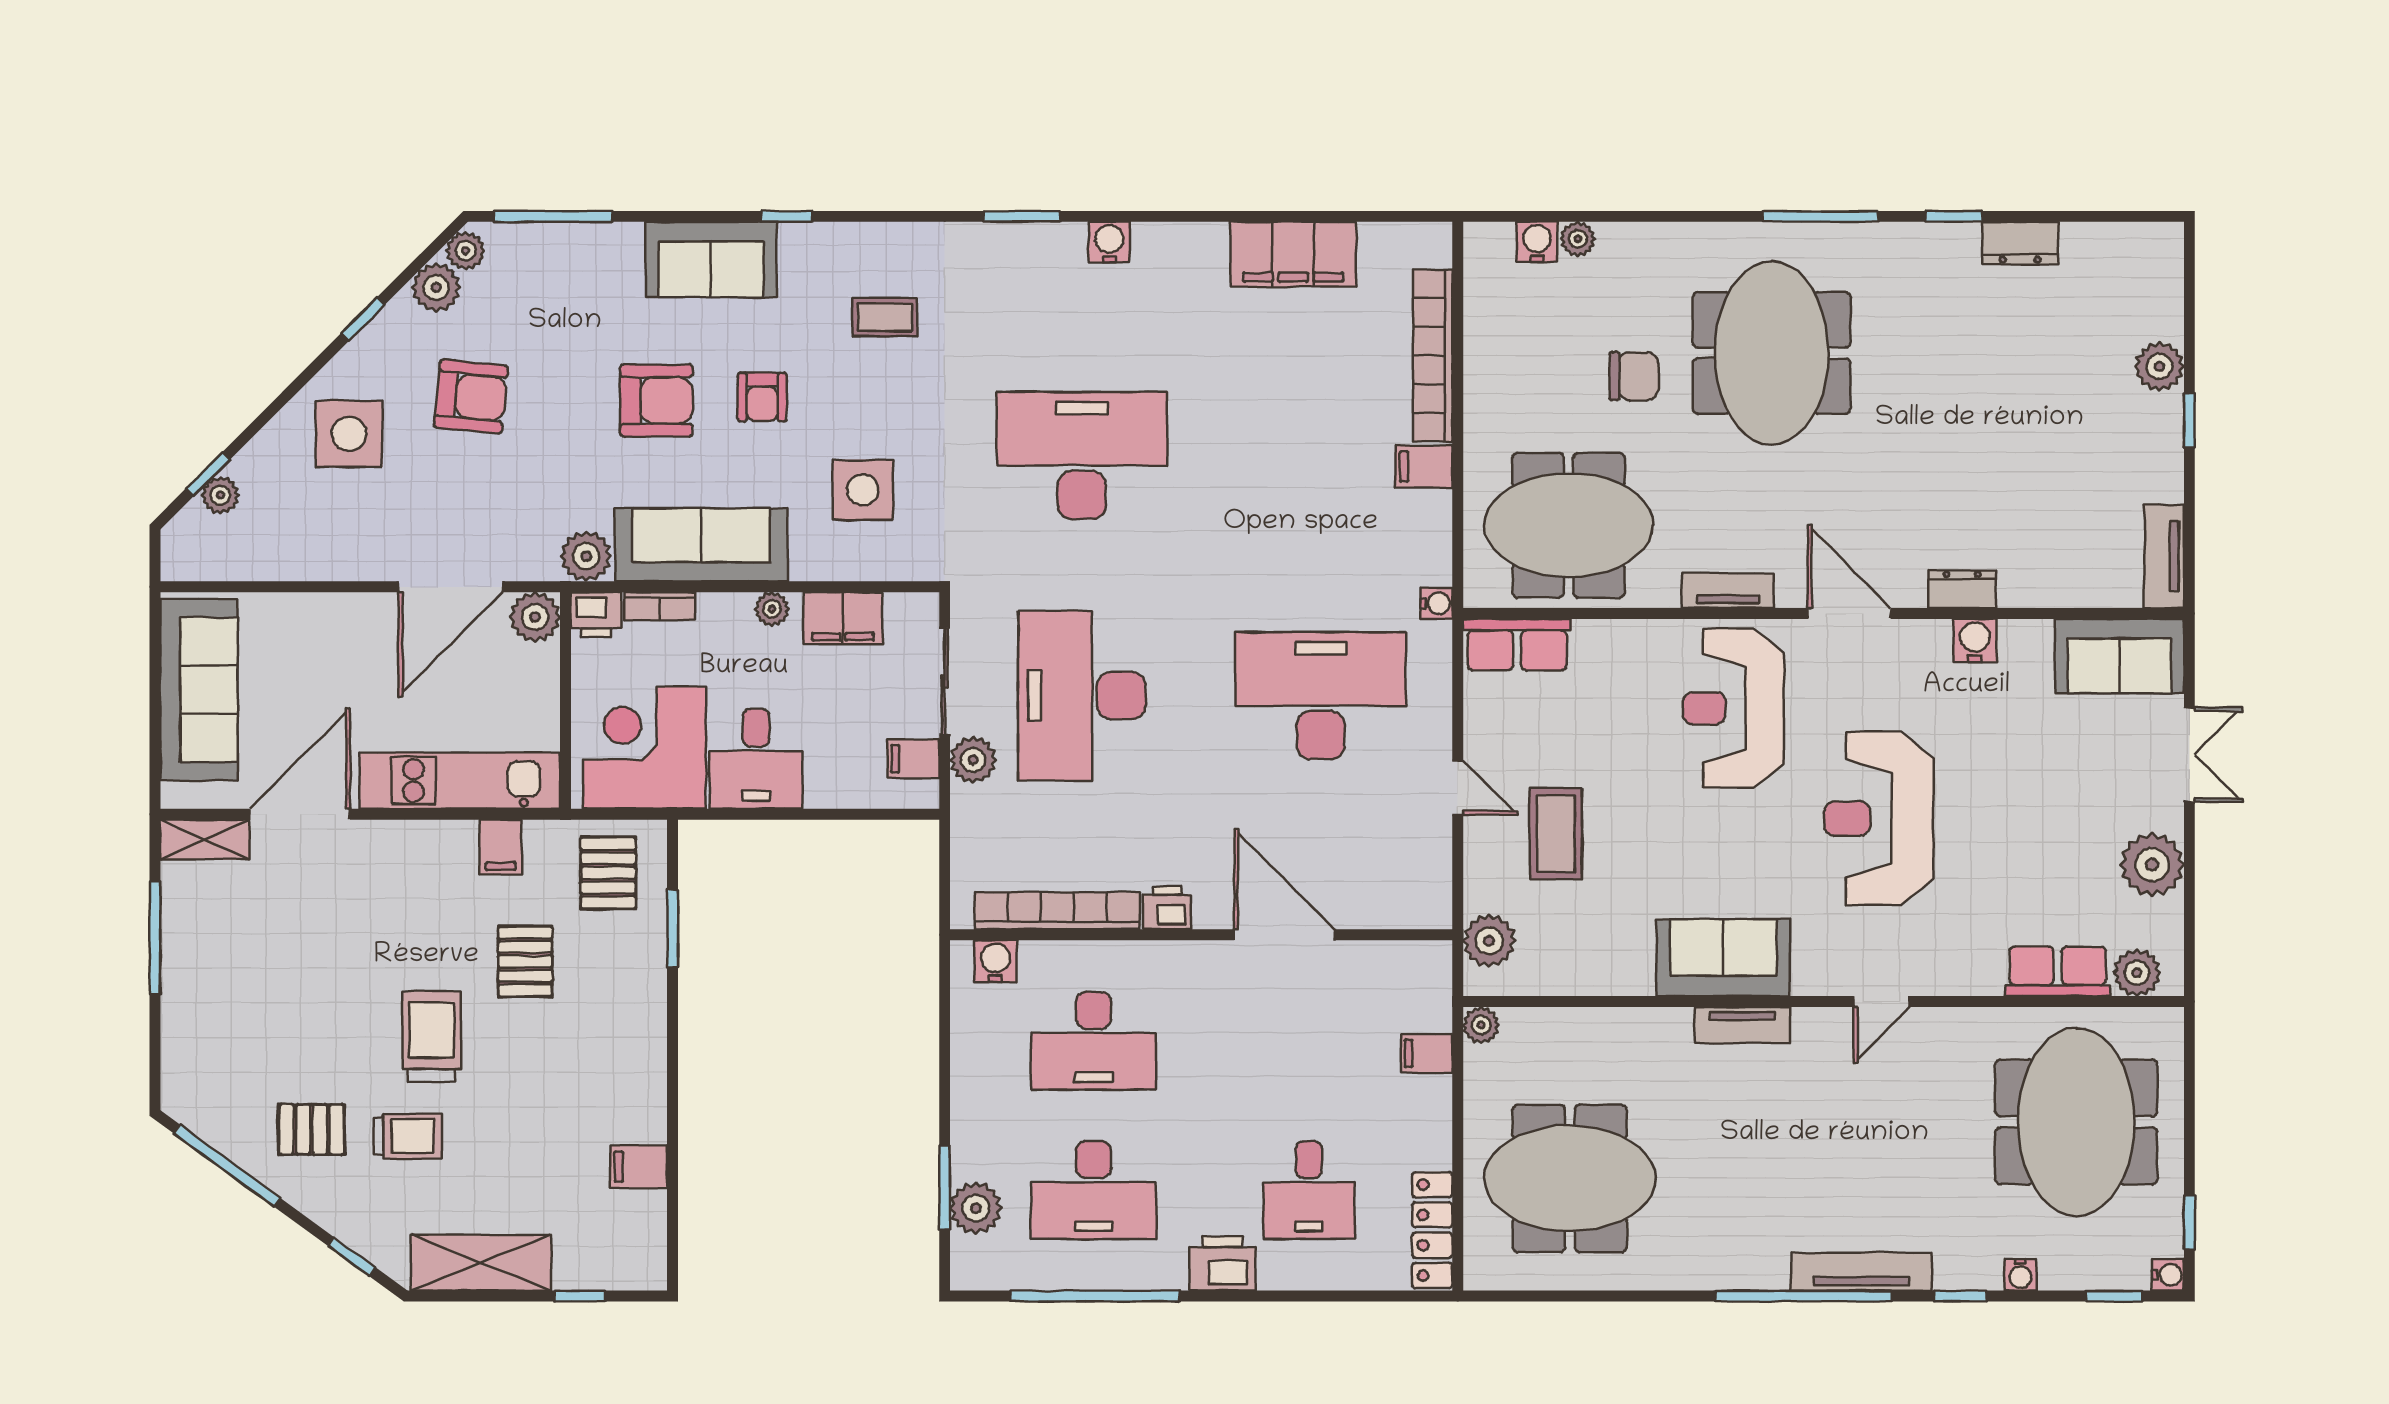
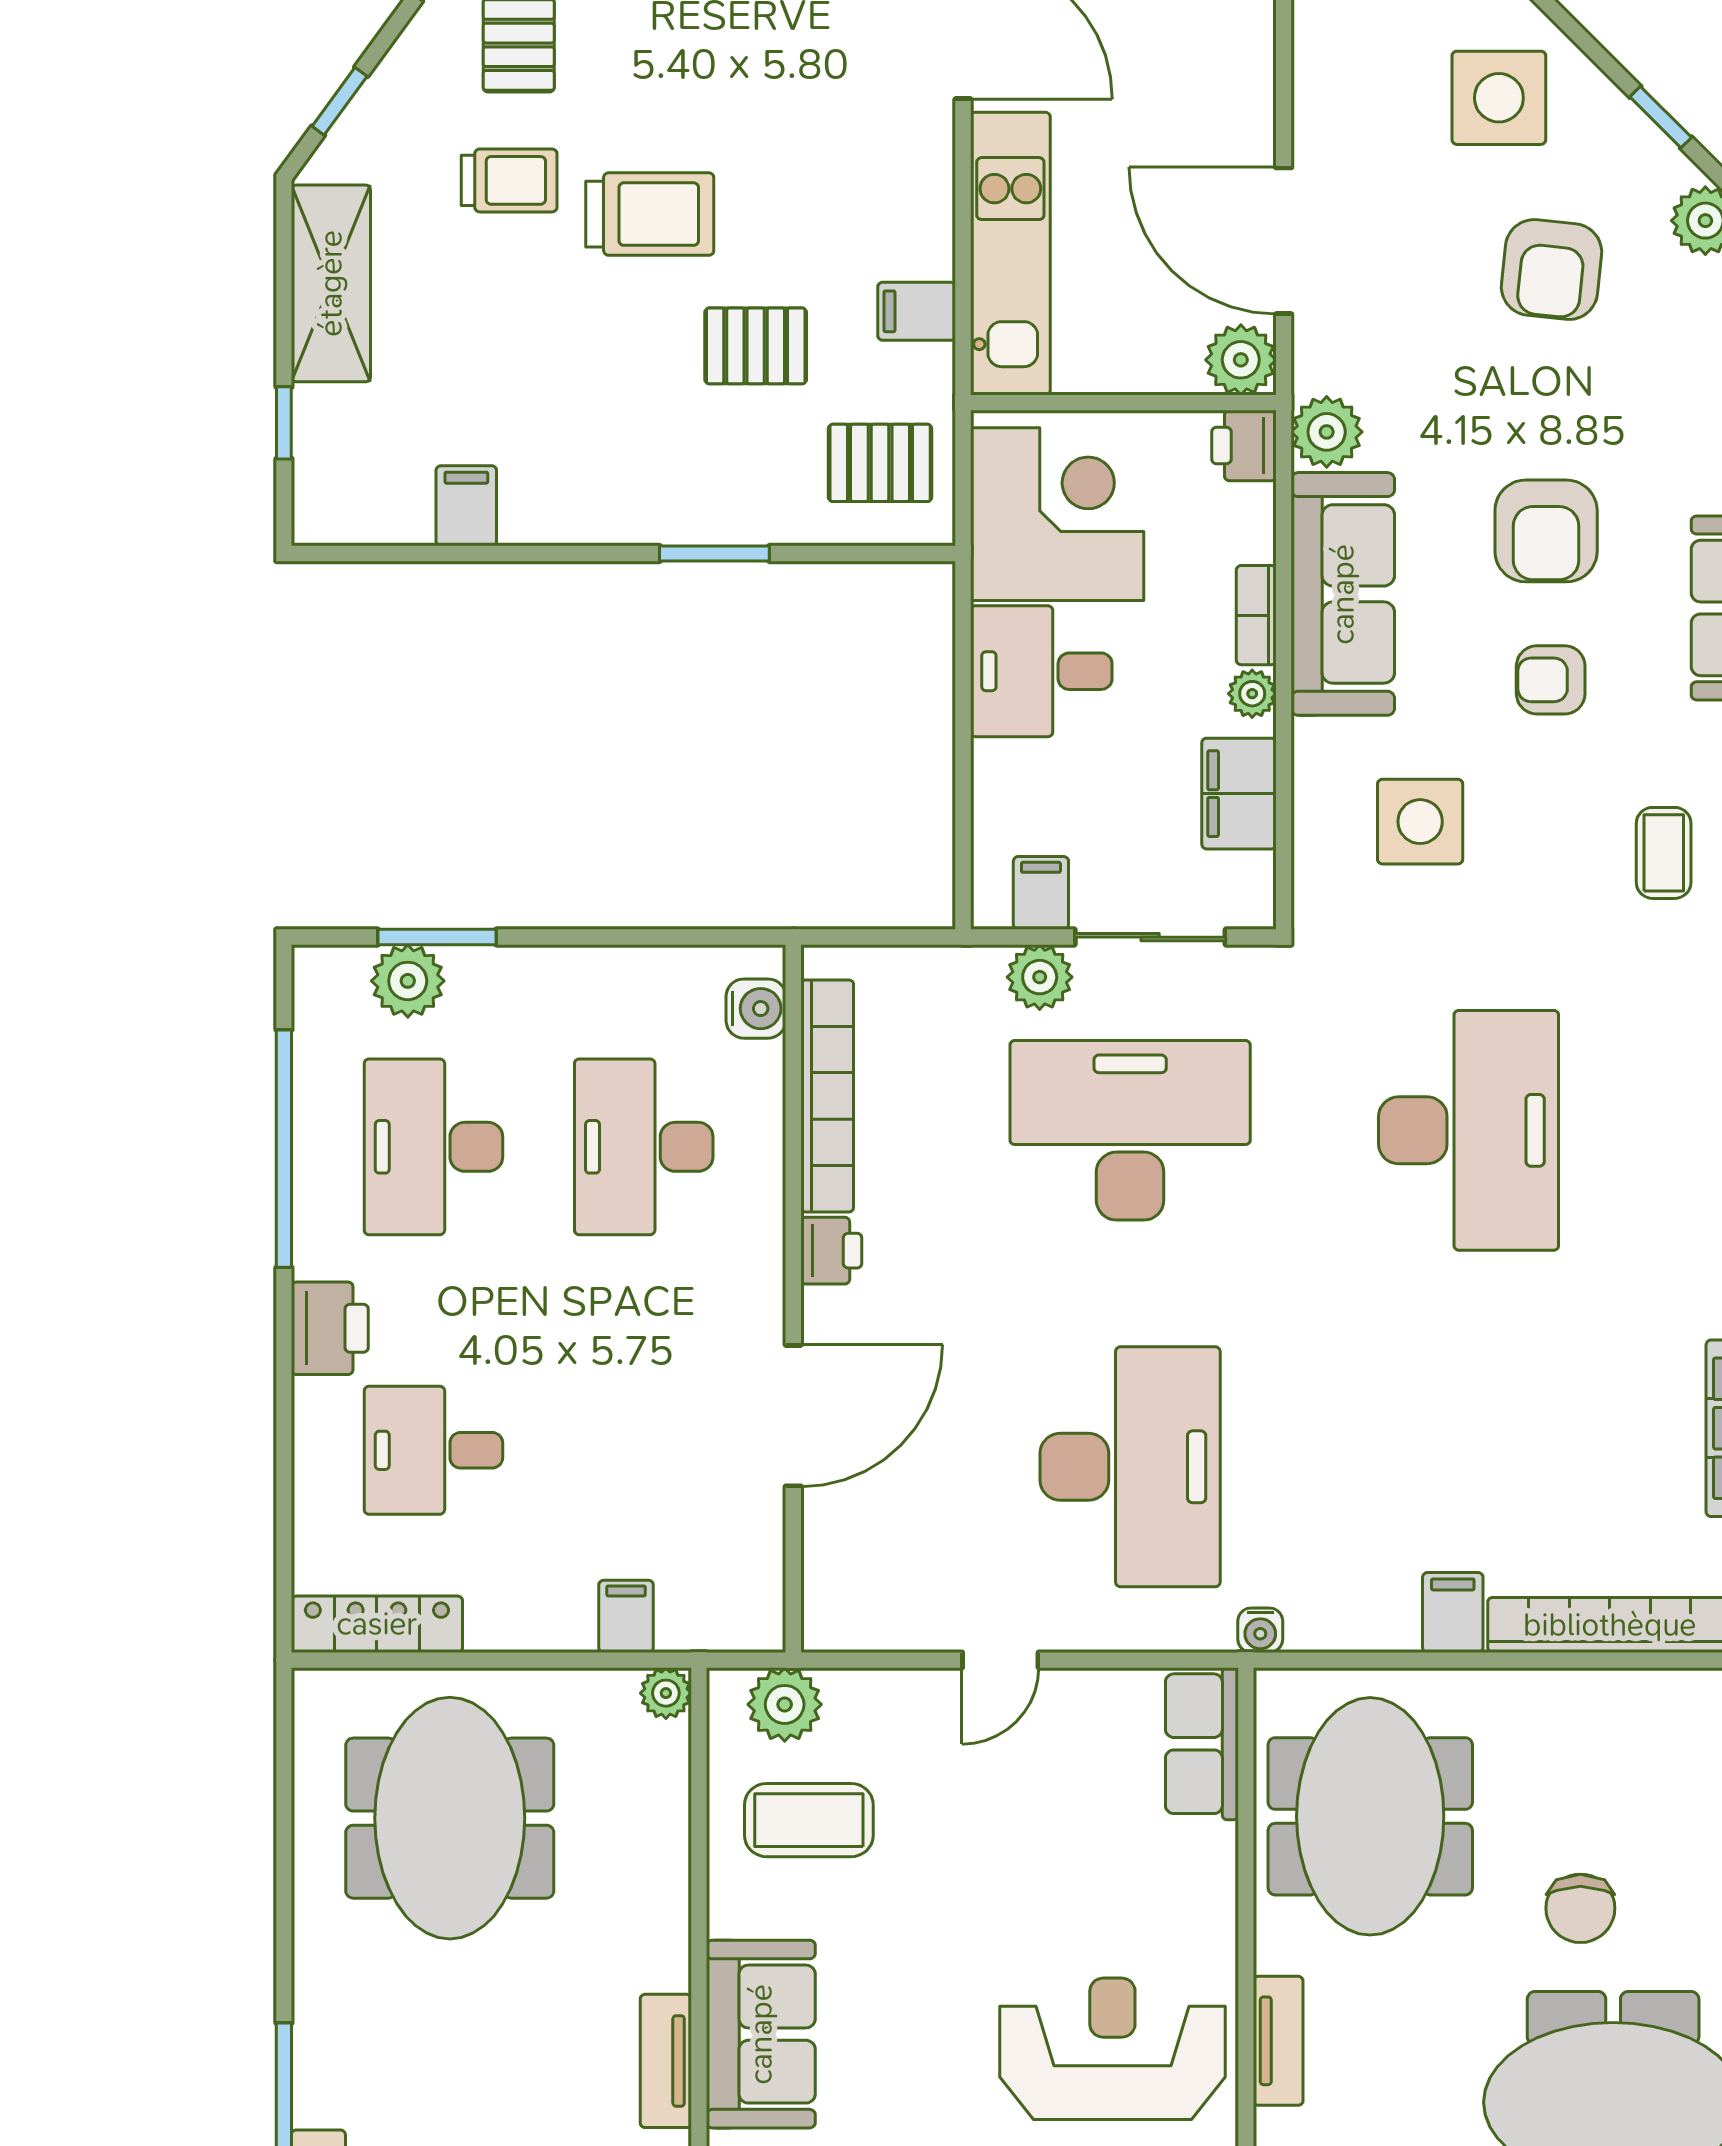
bookcase: (660, 606) -> (1256, 615), moved
coffee table: (1556, 833) -> (809, 1820), moved
window: (672, 928) -> (714, 554), moved
trolley: (408, 1136) -> (509, 180), turned -90

